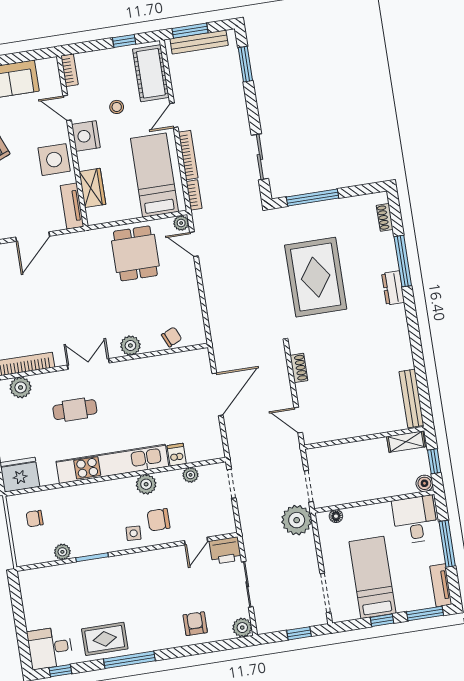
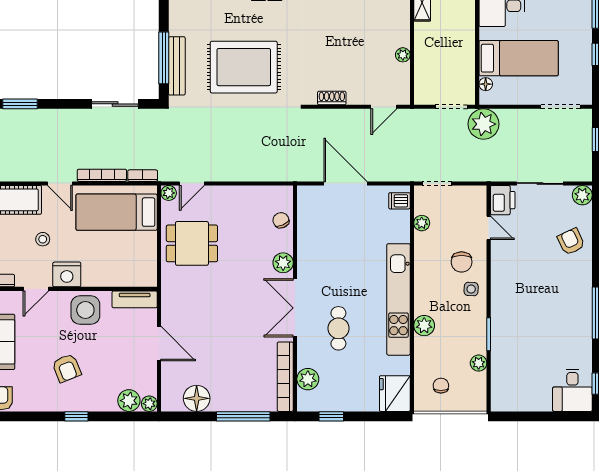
wardrobe: (92, 188) -> (120, 276), removed
bench: (307, 211) -> (177, 66), added
double door: (88, 364) -> (295, 308), width x1.37
plant: (352, 431) -> (403, 55), added
dishwasher: (177, 455) -> (399, 201), moved
plant: (146, 484) -> (424, 326), moved
chair: (35, 519) -> (441, 386), turned 180
bed: (372, 577) -> (519, 58), moved, turned 180
armchair: (195, 624) -> (571, 242), turned 65
rug: (105, 639) -> (572, 334), removed

